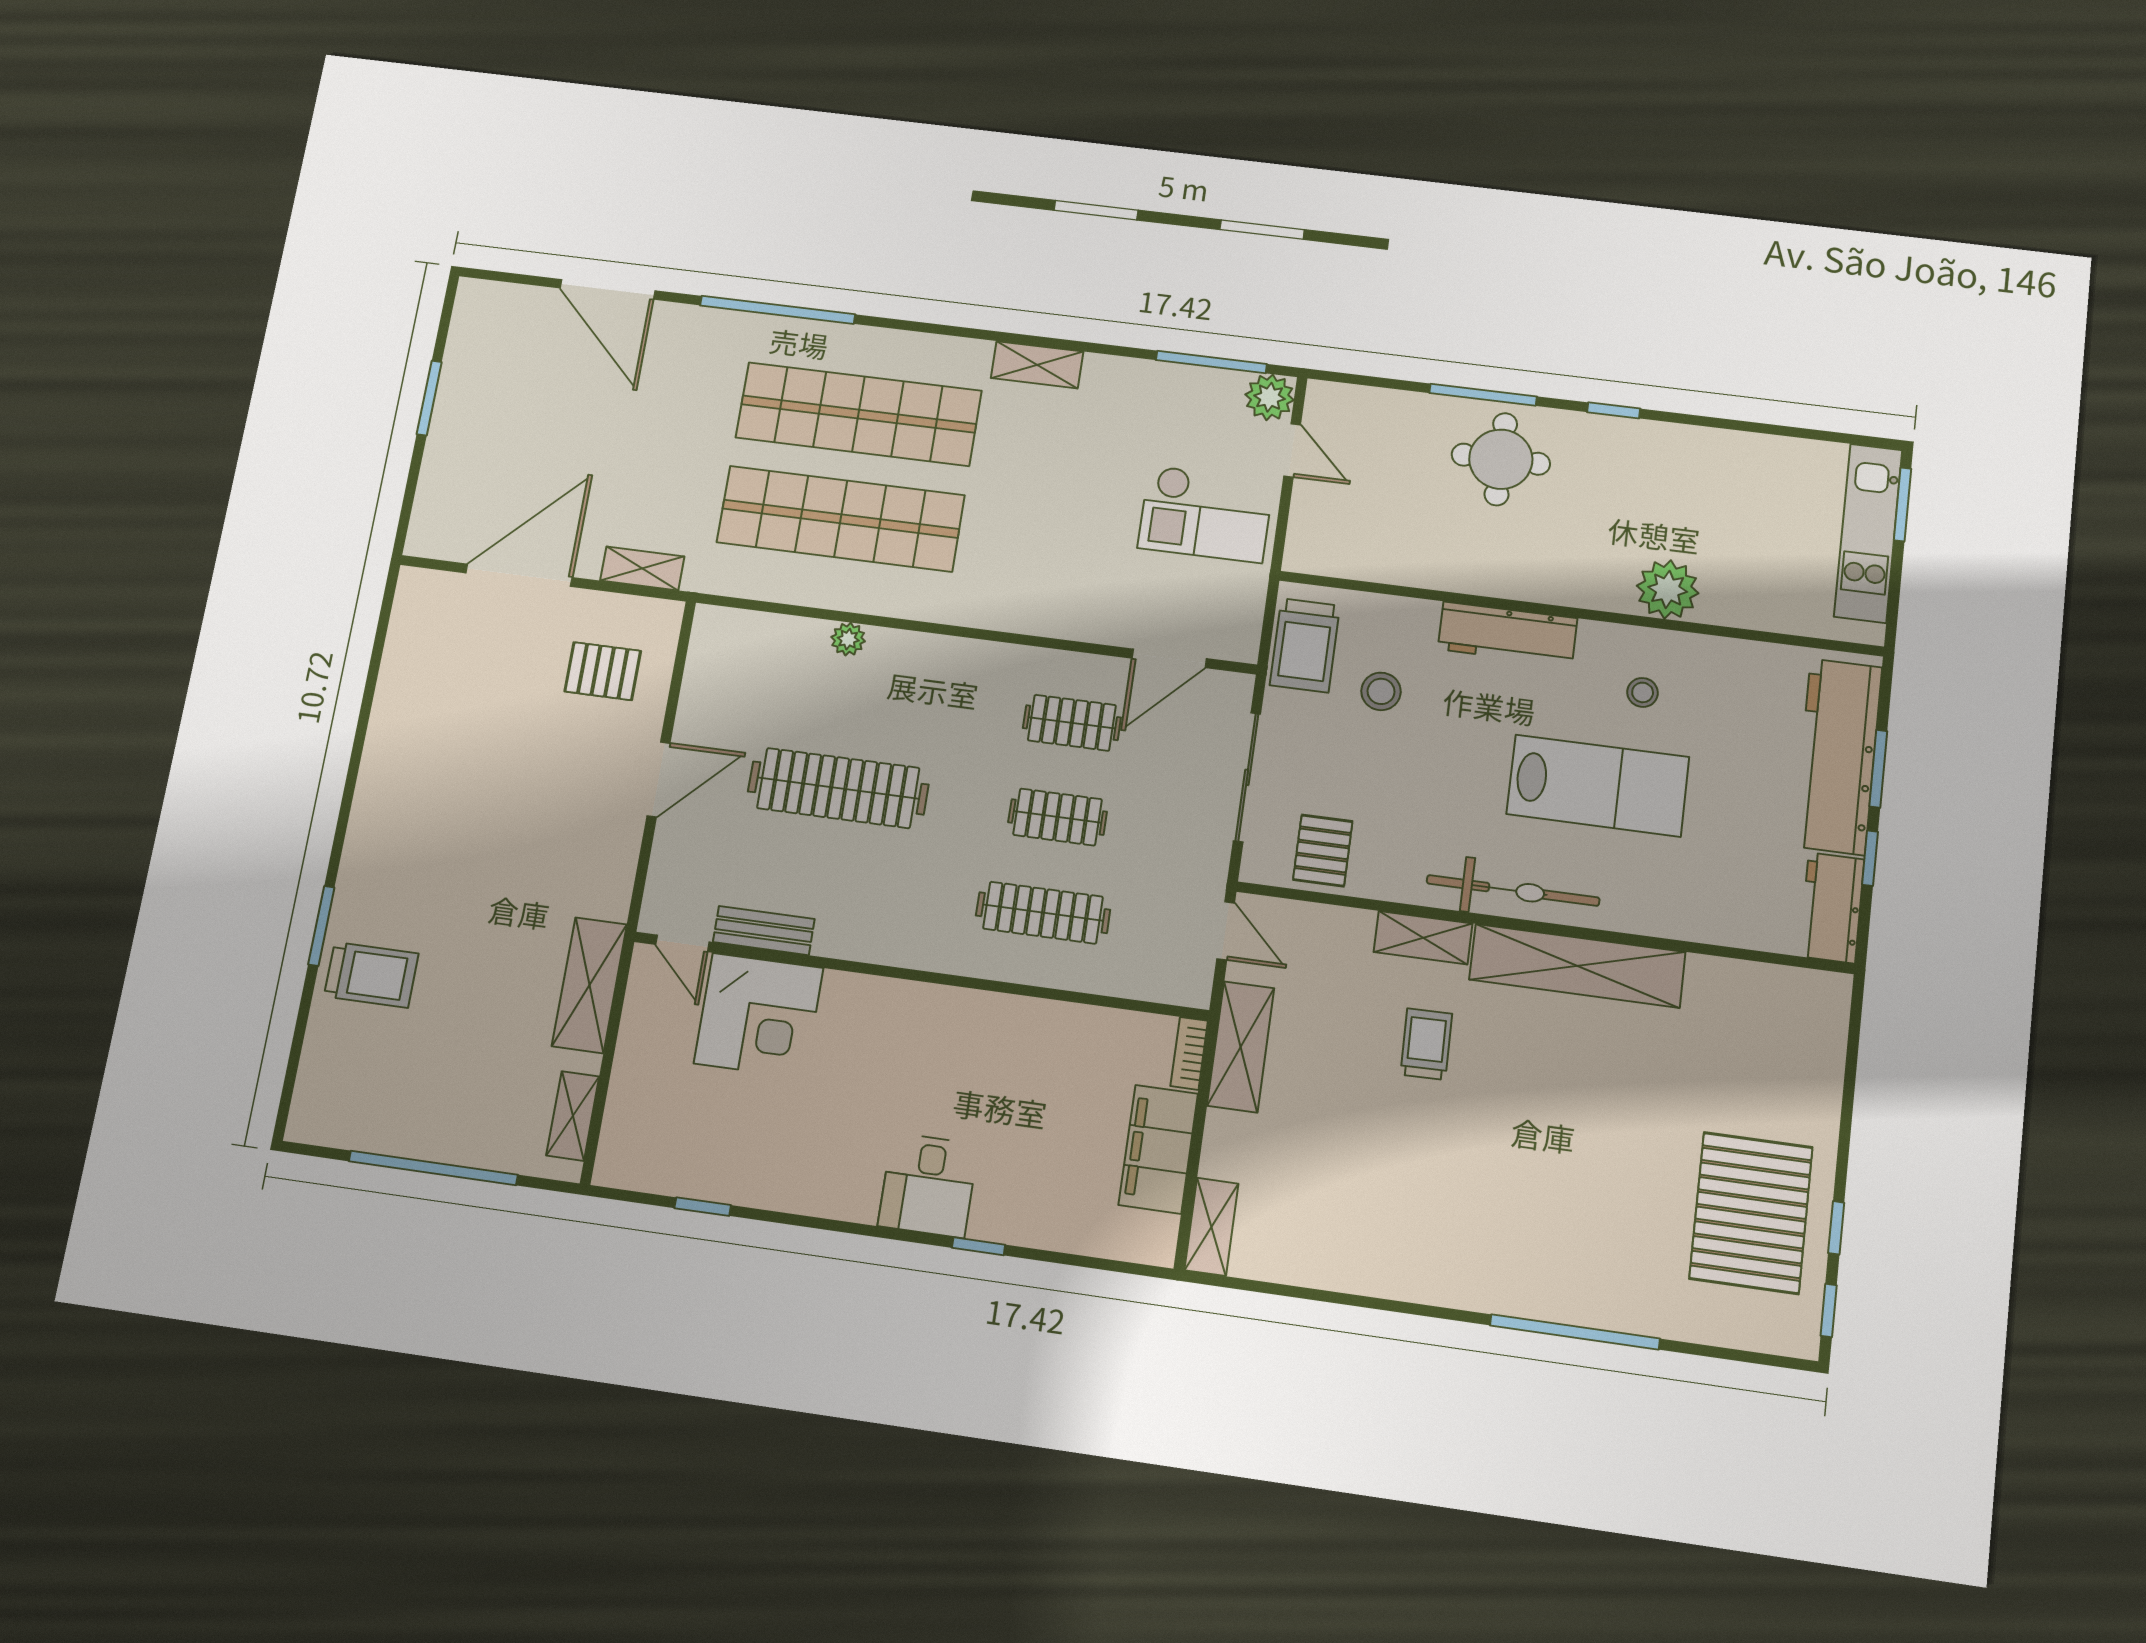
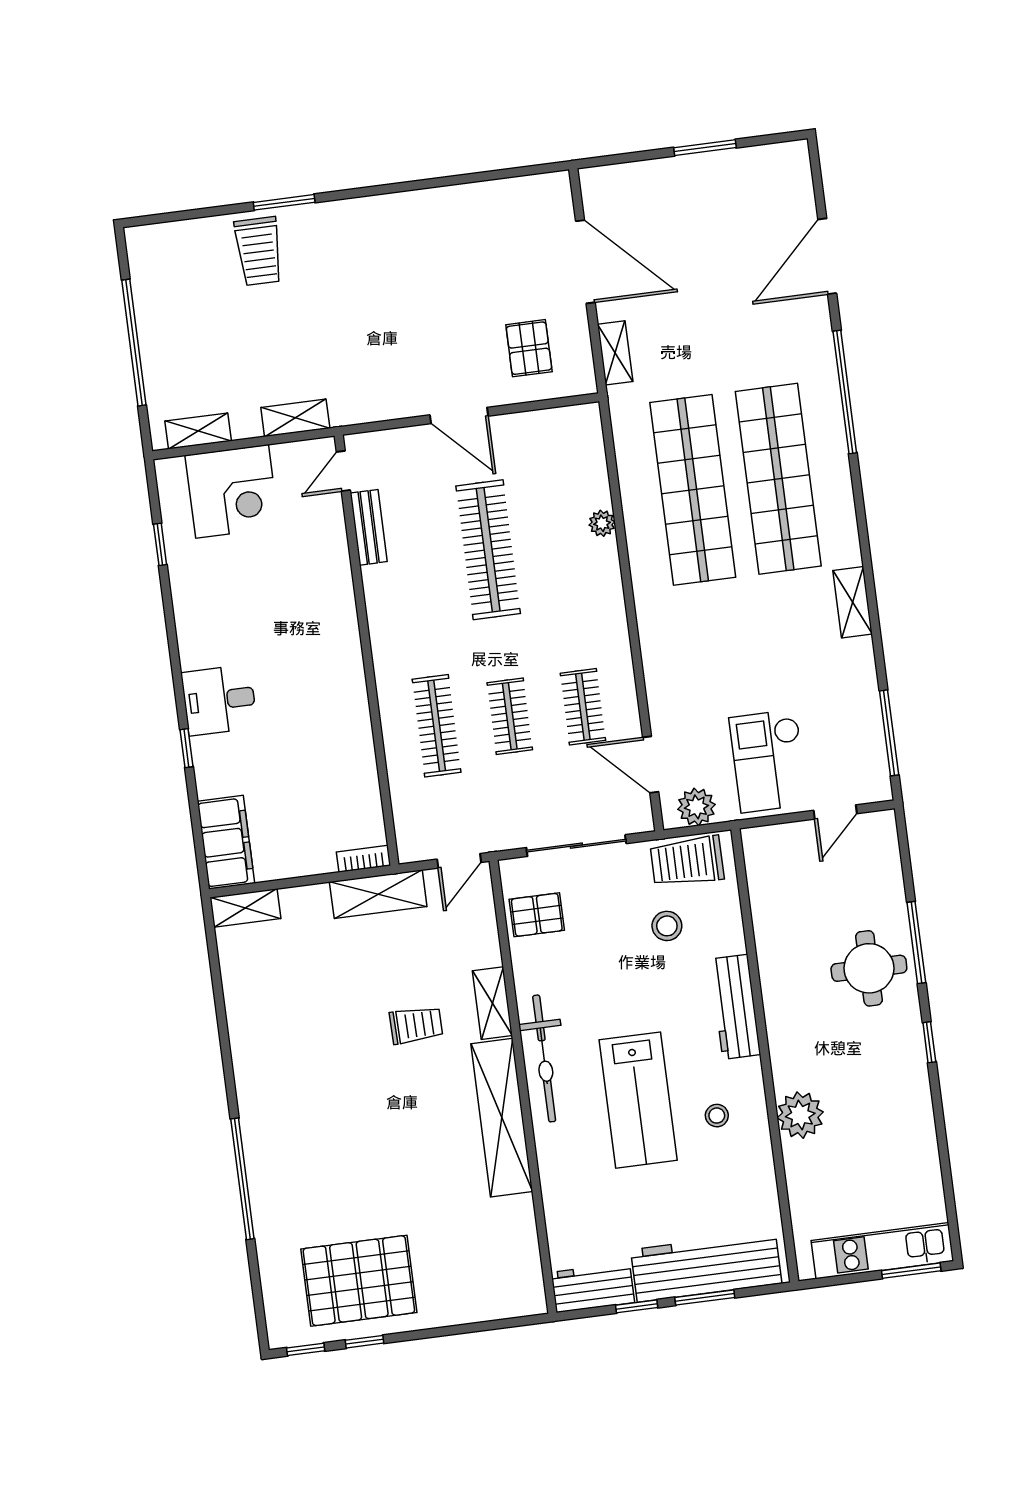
plant: (1270, 397) -> (696, 807), moved
shelving: (589, 985) -> (295, 418), width x0.67, depth x0.75
corner desk: (759, 1016) -> (232, 491), moved, turned -90
filing cabinet: (1158, 1149) -> (226, 842), moved, turned 90

